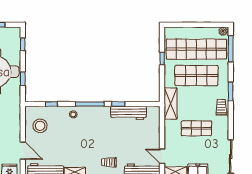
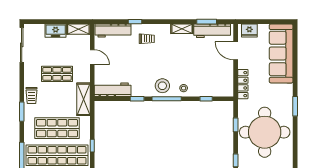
workbench: (129, 113) -> (113, 90), moved
locker: (16, 118) -> (243, 84), added
stool: (40, 126) -> (162, 86), moved
door: (162, 156) -> (92, 57), moved

